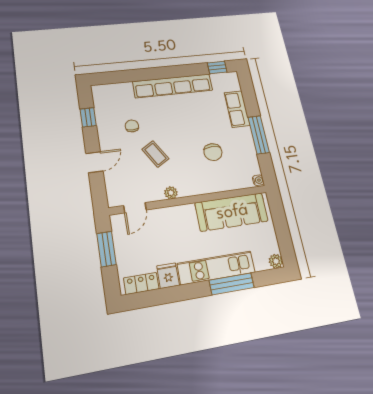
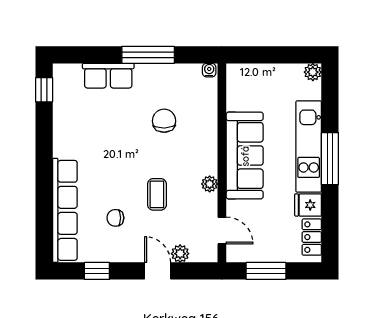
row of seats: (173, 86) -> (65, 210), moved
chair: (213, 152) -> (164, 121), turned -92
coffee table: (155, 154) -> (157, 194), turned -59
plant: (111, 178) -> (180, 254), added
sofa: (232, 212) -> (245, 156), moved
window: (232, 284) -> (330, 159), moved

